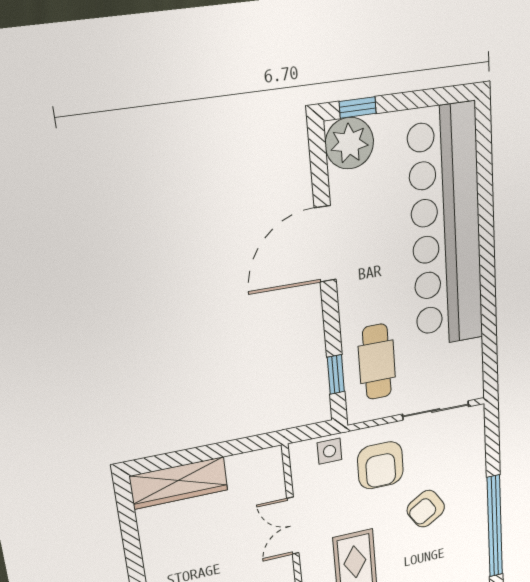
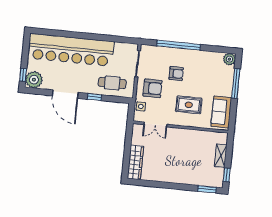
window: (336, 374) -> (95, 97), moved
armchair: (426, 509) -> (176, 74), turned -57
double door: (293, 526) -> (155, 124), moved
window: (495, 526) -> (179, 45), moved

